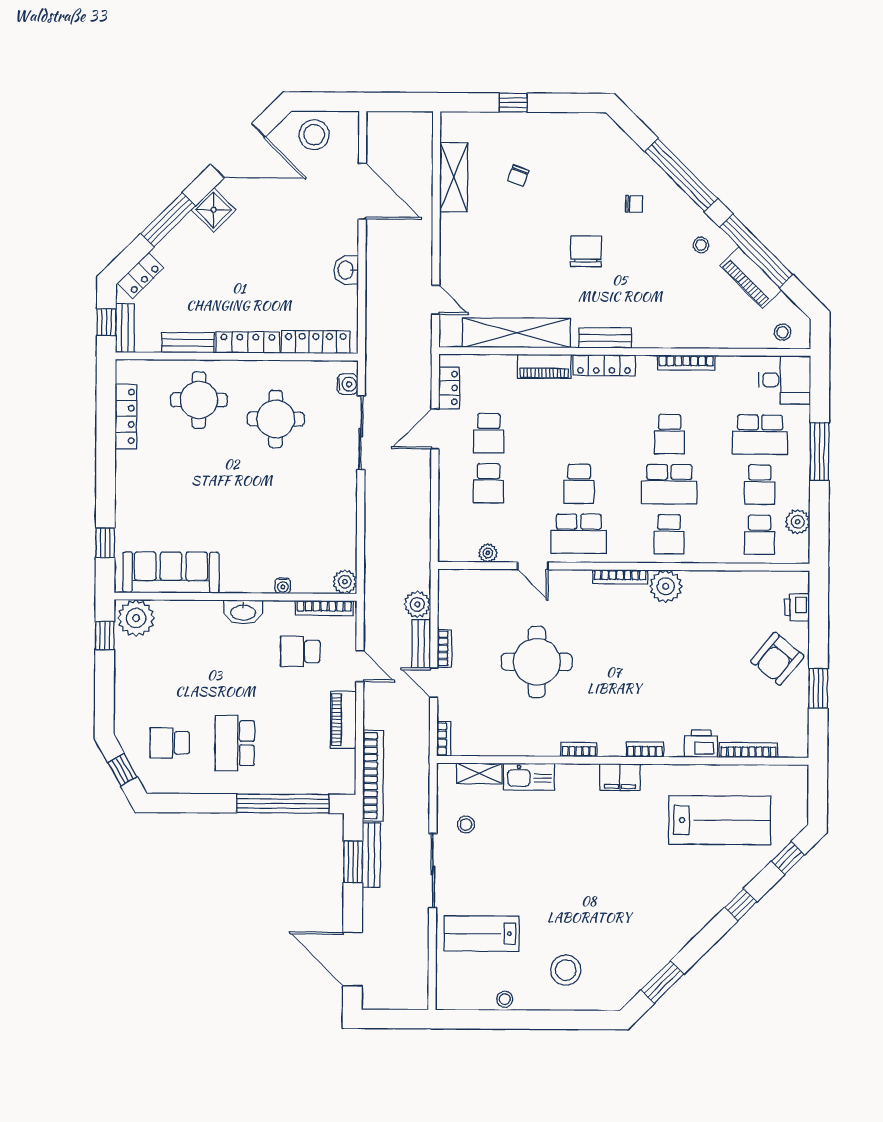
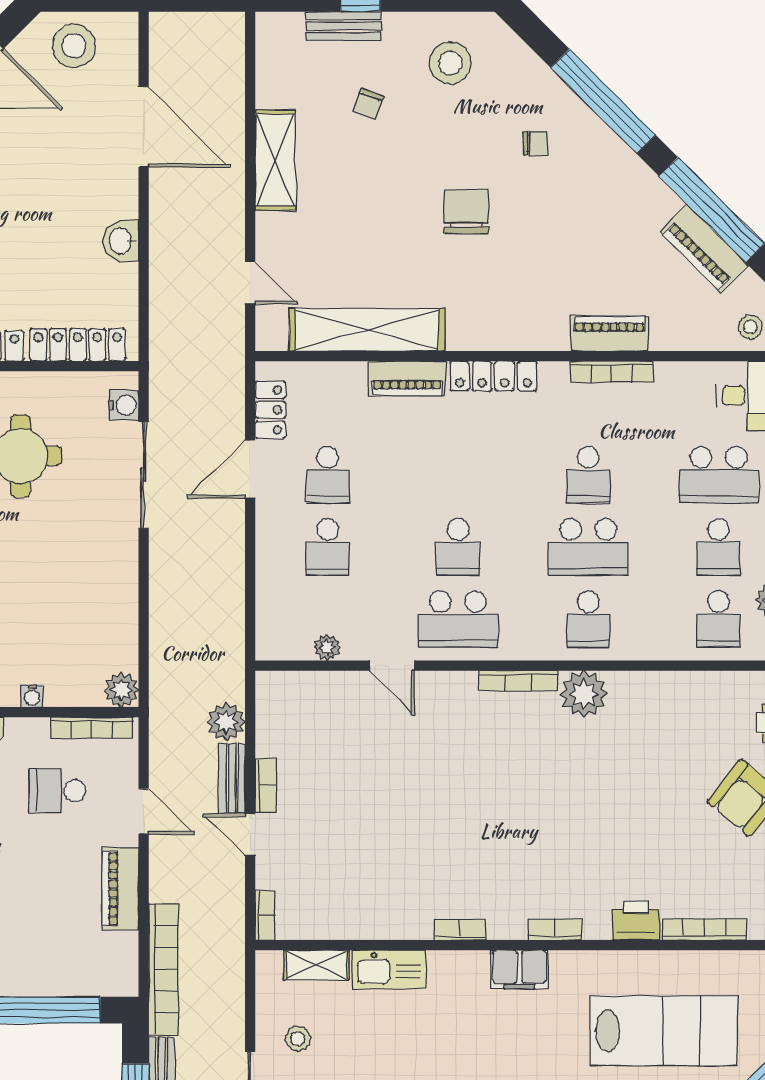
shelving: (454, 177) -> (275, 160), moved
stool: (701, 245) -> (450, 63), moved, width x1.89, depth x1.89
piano: (685, 336) -> (609, 334), added
bench: (605, 338) -> (344, 26), moved
round table: (537, 662) -> (399, 804), removed

